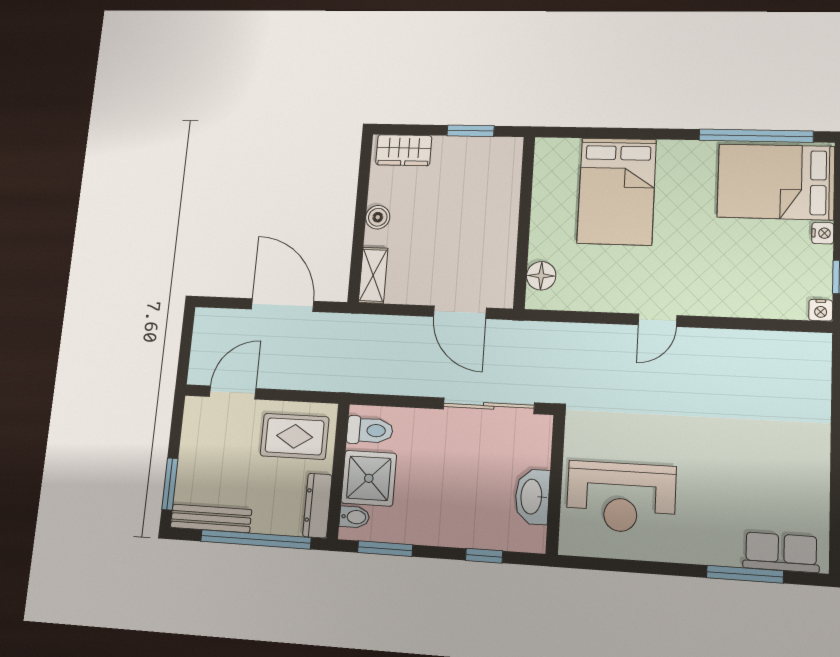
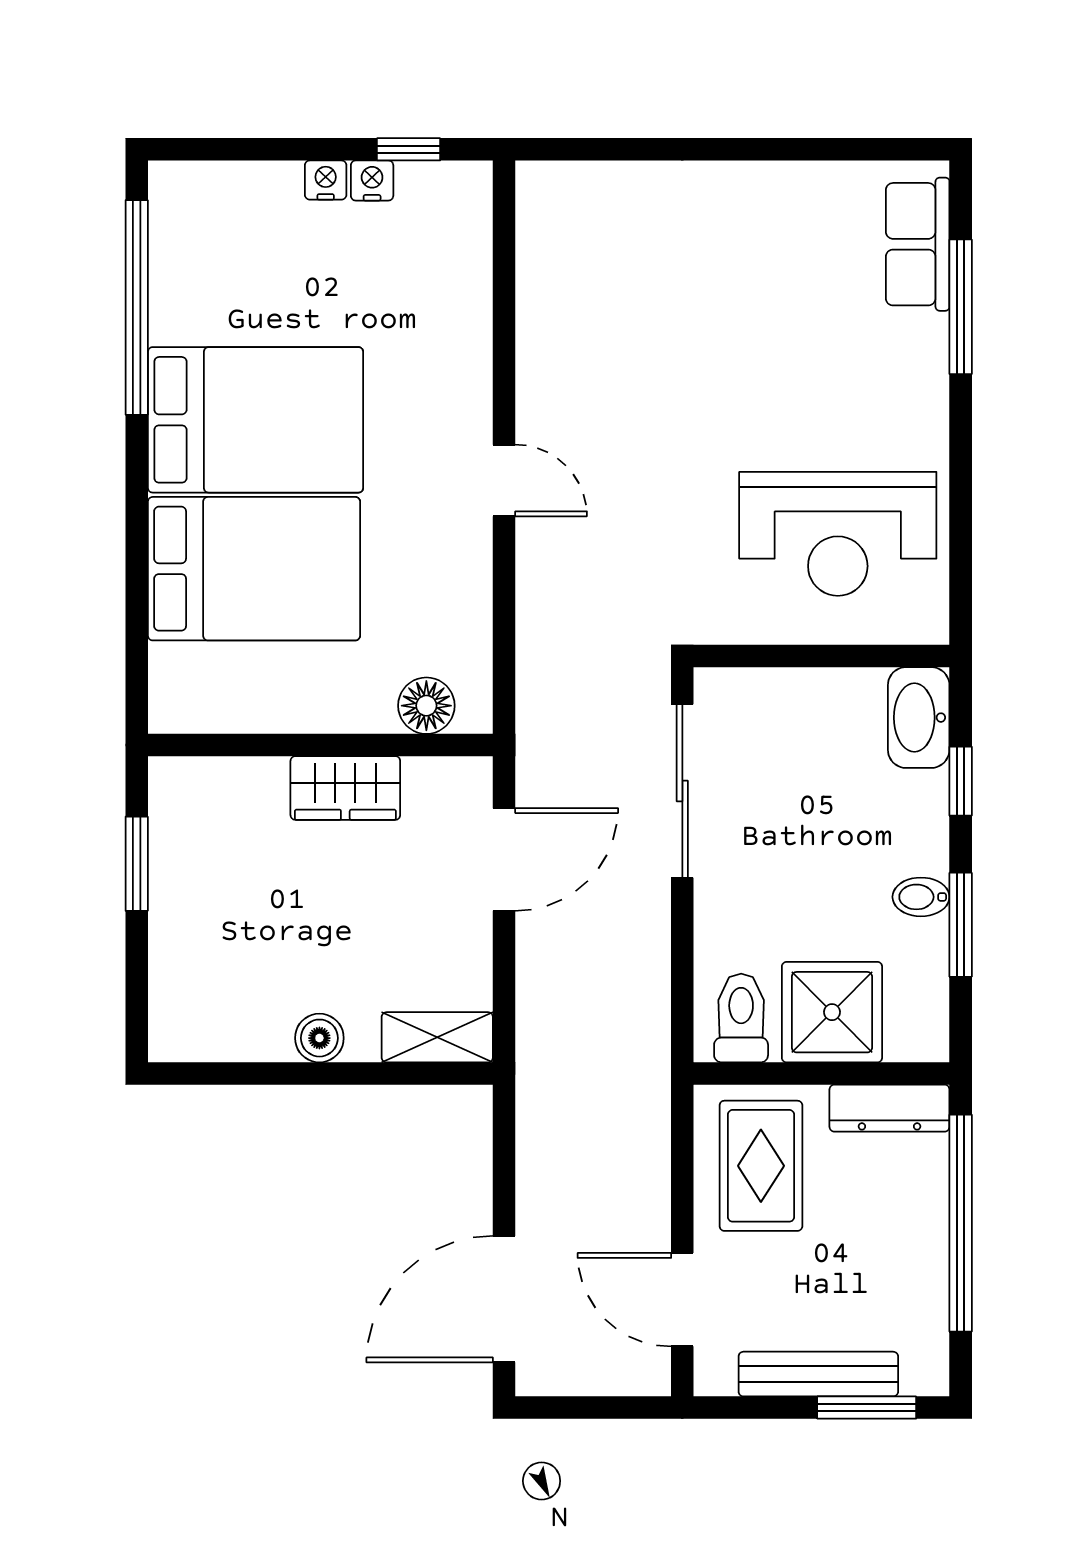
wardrobe: (404, 150) -> (345, 788), moved, turned 90
bed: (776, 182) -> (255, 420), moved, turned -90
door: (282, 305) -> (504, 1299), moved
nightstand: (821, 310) -> (372, 180), moved, turned -90
washbasin: (532, 497) -> (919, 718), moved, turned 90
reception desk: (621, 497) -> (838, 534), turned 90
bidet: (354, 517) -> (921, 897), moved, turned -90
bench: (211, 518) -> (818, 1374), moved, turned 90
window: (385, 549) -> (961, 925), moved

